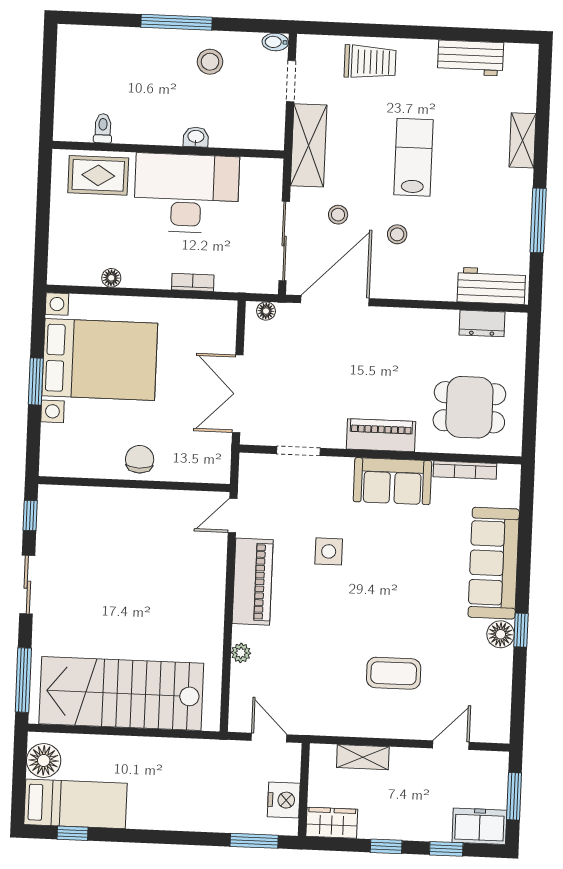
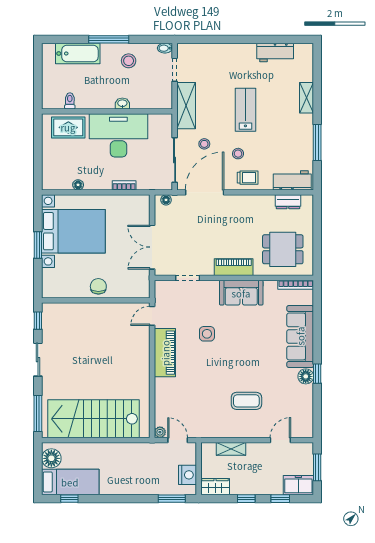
bathtub: (120, 45) -> (78, 54), added
trolley: (370, 62) -> (248, 178), moved, width x0.73, depth x0.72
bookcase: (465, 470) -> (296, 285), moved
plant: (241, 653) -> (160, 432), moved

